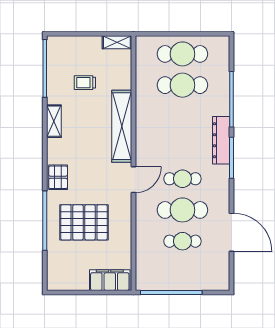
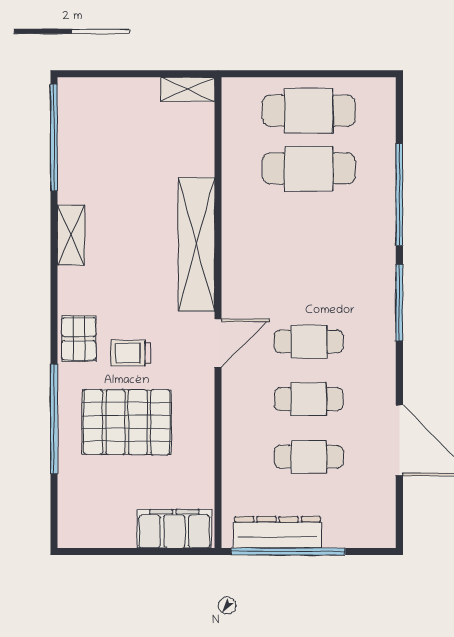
trolley: (85, 83) -> (131, 353), moved
dresser: (221, 140) -> (278, 532), moved, turned 90
cafe table: (182, 210) -> (309, 399), width x0.73, depth x0.74

